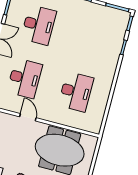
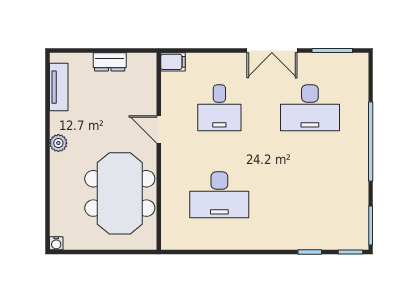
desk: (25, 78) -> (219, 108), width x0.73
door: (28, 117) -> (159, 129), swing flipped

